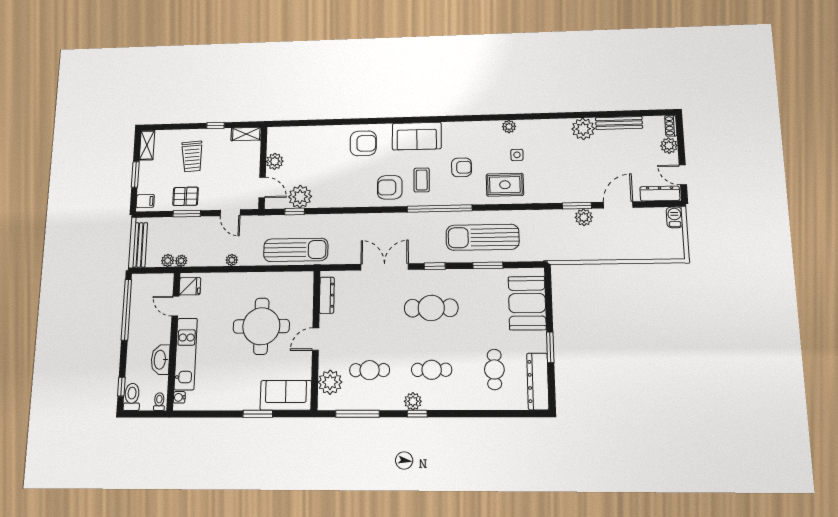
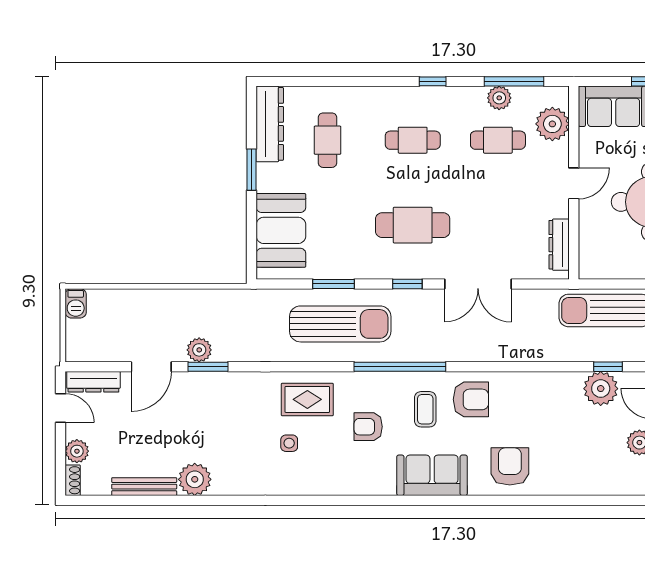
plant: (509, 127) -> (299, 486), removed
armchair: (363, 143) -> (510, 466), turned 90
barbecue: (675, 217) -> (76, 303), moved
plant: (413, 401) -> (499, 98), moved

